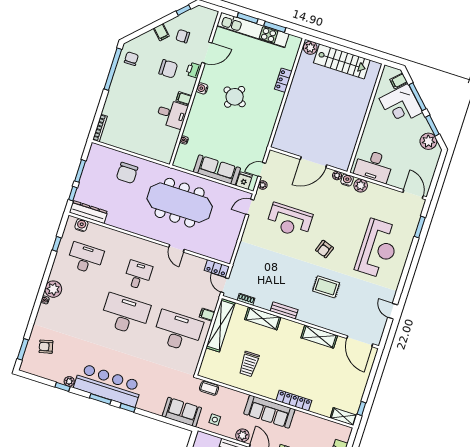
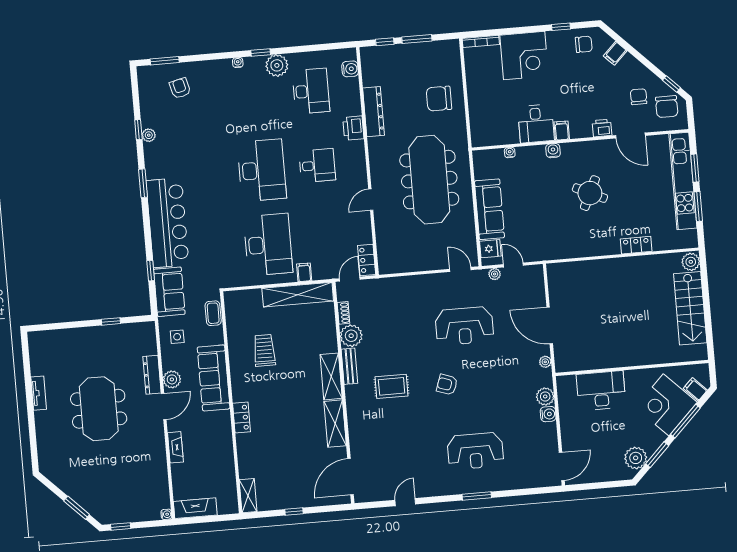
filing cabinet: (161, 32) -> (615, 53), moved
window: (113, 69) -> (561, 27), width x0.32
chair: (168, 69) -> (667, 107), moved
water cooler: (202, 88) -> (553, 151), moved
corner desk: (122, 102) -> (524, 56), added
desk: (374, 166) -> (601, 391), moved, turned 90
water cooler: (347, 180) -> (548, 414), moved
dresser: (88, 212) -> (374, 112), moved
reception desk: (289, 220) -> (464, 326), turned -90
window: (420, 227) -> (477, 496), moved
printer: (123, 240) -> (353, 128), added
window: (57, 244) -> (261, 52), moved
reception desk: (378, 249) -> (475, 451), width x0.74, depth x0.77
rug: (326, 287) -> (392, 386), moved, turned 90
plant: (53, 289) -> (277, 65), moved
plant: (264, 301) -> (351, 336), added
shelving: (263, 318) -> (331, 376), moved
trolley: (249, 364) -> (264, 350), turned 90
bar counter: (108, 385) -> (167, 223), moved
locker: (294, 400) -> (242, 417), width x0.66
window: (128, 408) -> (151, 271), moved
window: (361, 409) -> (294, 512), moved
sofa: (269, 412) -> (214, 378), moved

